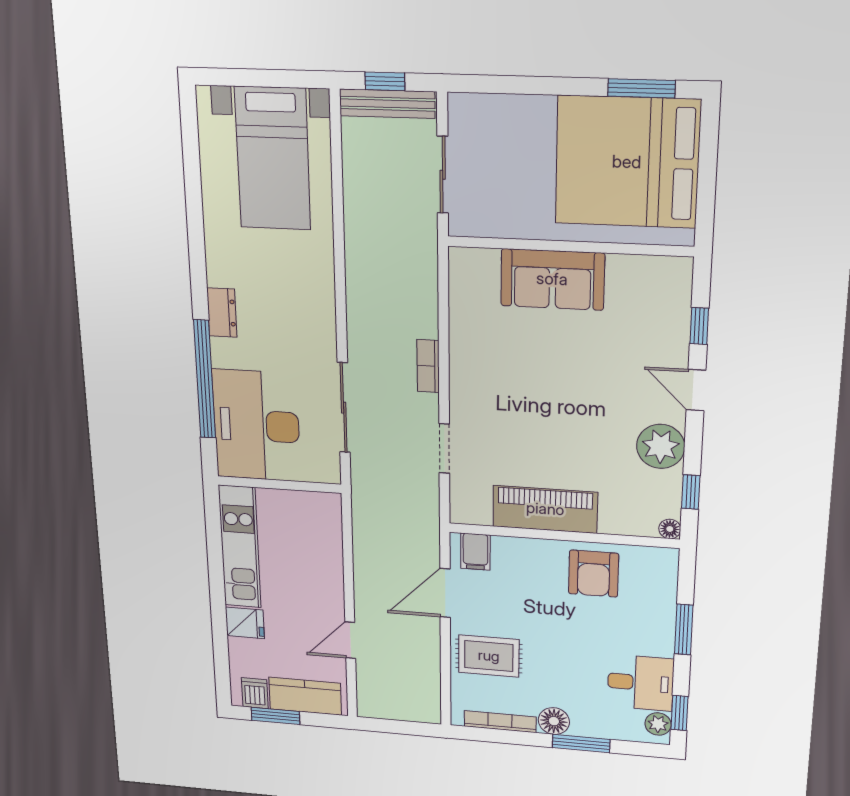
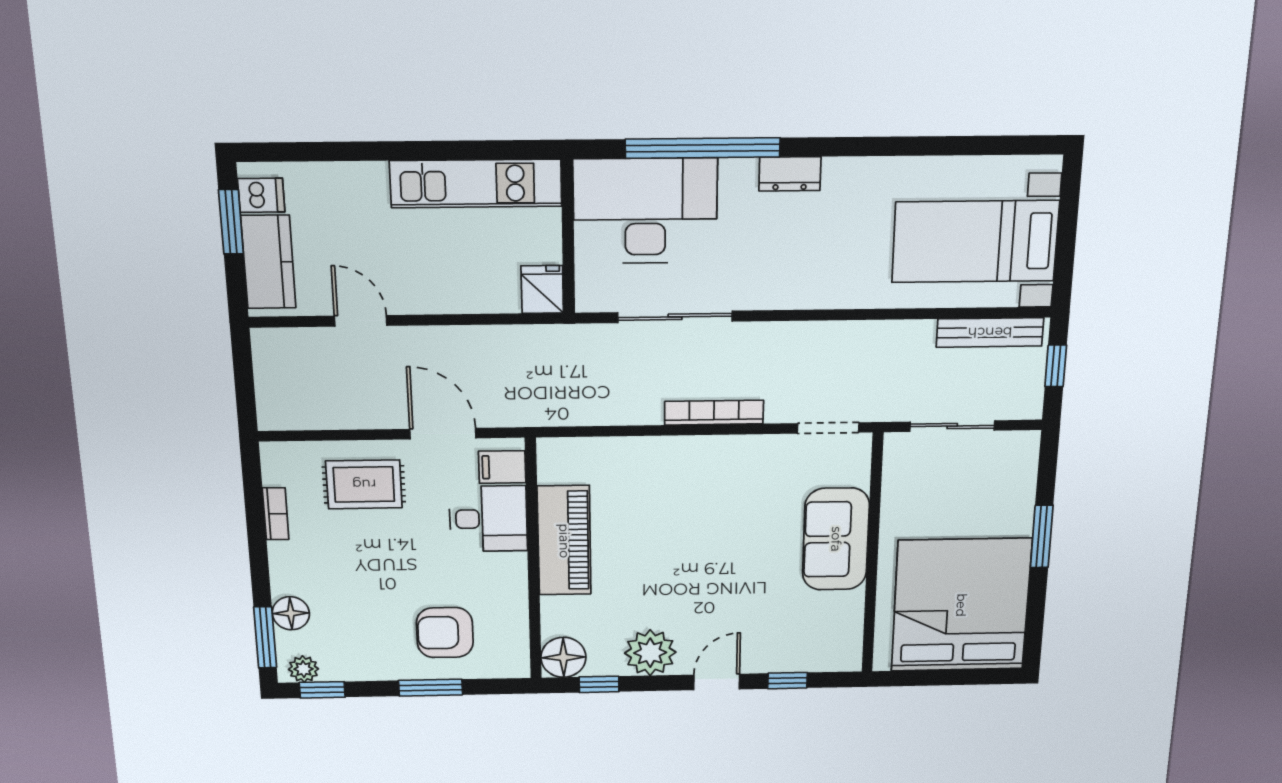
window: (641, 88) -> (1042, 536), moved
bench: (387, 104) -> (990, 332), moved, turned 90
bookcase: (428, 366) -> (714, 413), width x1.56
doorway: (444, 448) -> (828, 428), moved
floor lamp: (670, 529) -> (563, 657), width x1.89, depth x1.89
armchair: (594, 574) -> (445, 633), moved
fridge: (245, 623) -> (542, 289), moved, turned 180
rug: (489, 656) -> (364, 484), turned 90
desk: (640, 683) -> (488, 519), moved, turned -90
floor lamp: (554, 721) -> (291, 613), moved
bookcase: (500, 722) -> (276, 514), width x0.64
window: (581, 744) -> (265, 637), moved

